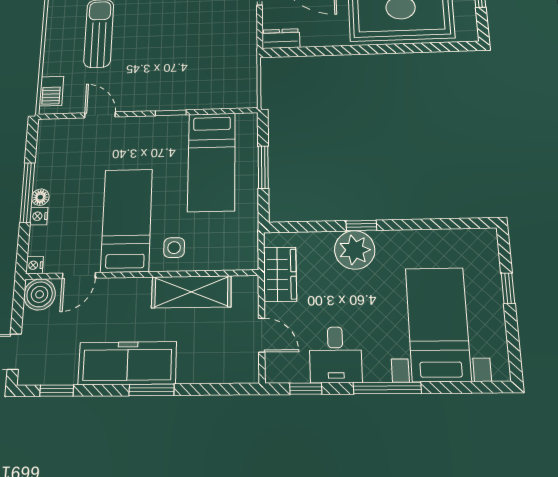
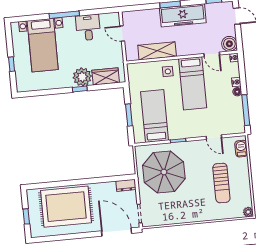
parasol: (205, 58) -> (164, 172), added
window: (27, 192) -> (246, 110), moved
wardrobe: (280, 274) -> (106, 76), moved, turned 90
door: (79, 276) -> (212, 54), swing flipped
window: (306, 389) -> (100, 11), removed

